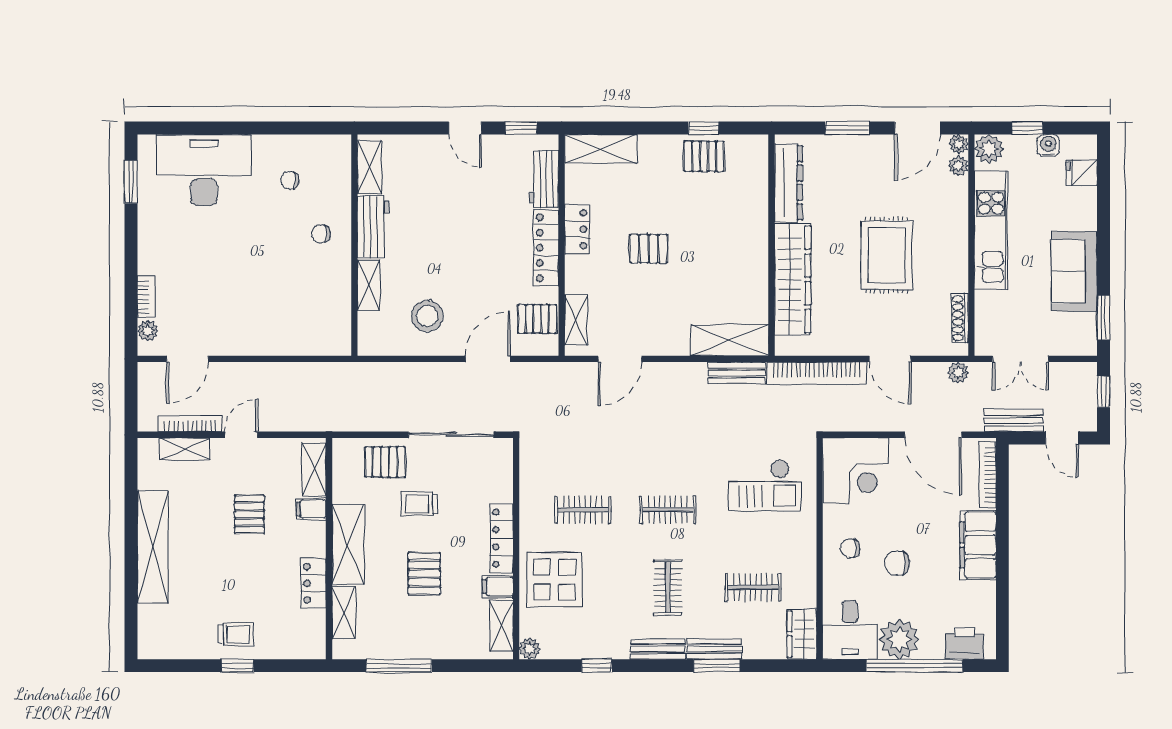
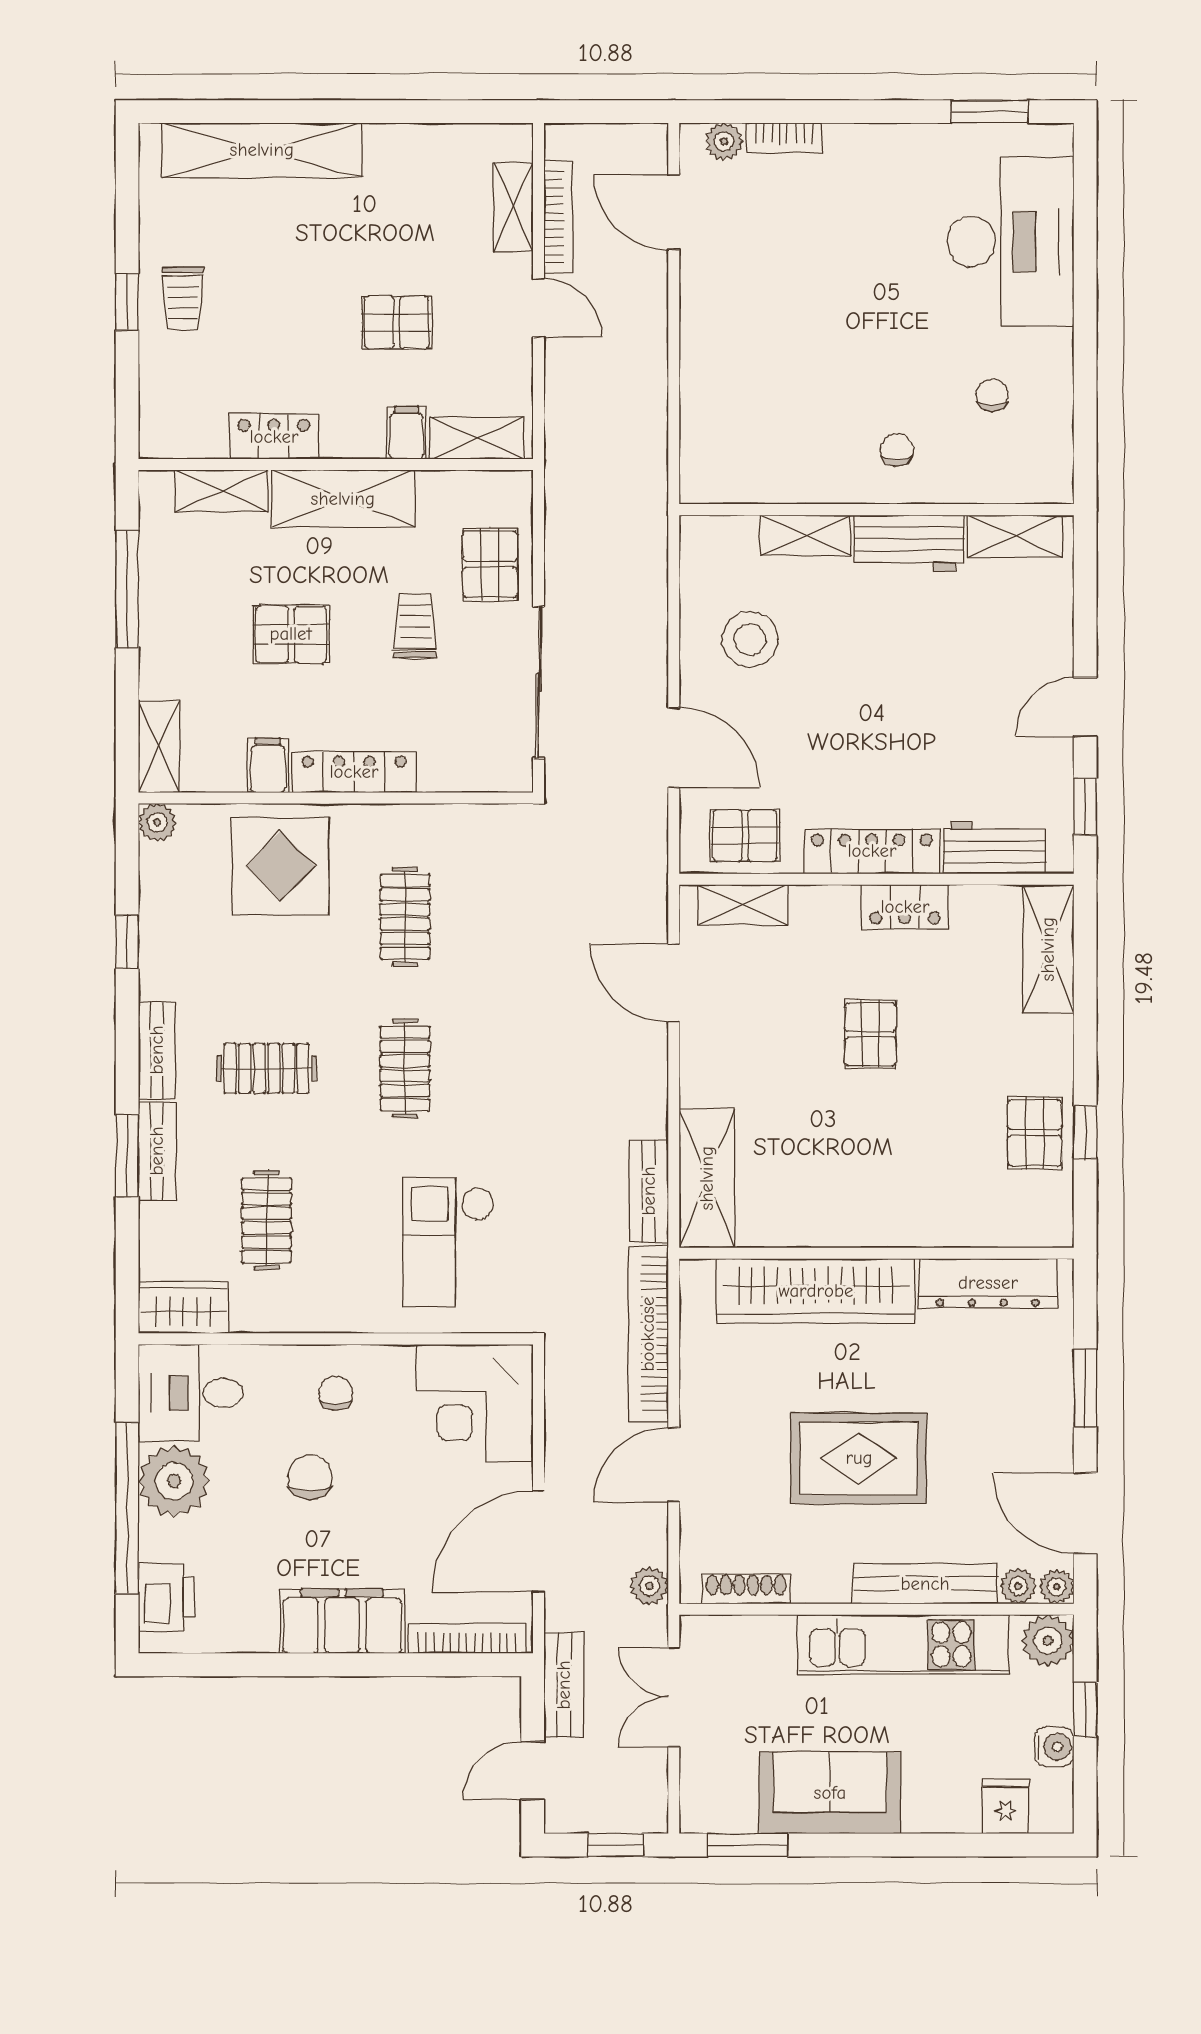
bench: (957, 218) -> (925, 1584), added
pallet: (537, 319) -> (745, 836), turned 90
shelving: (153, 547) -> (262, 150), moved
shelving: (501, 626) -> (159, 747), moved, turned 90

